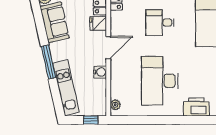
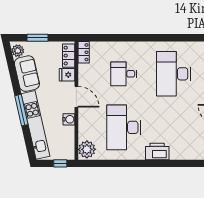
door: (108, 47) -> (76, 97), hinge flipped
kitchen unit: (66, 88) -> (36, 125), width x1.36
plant: (115, 105) -> (87, 149), width x1.88, depth x1.88

